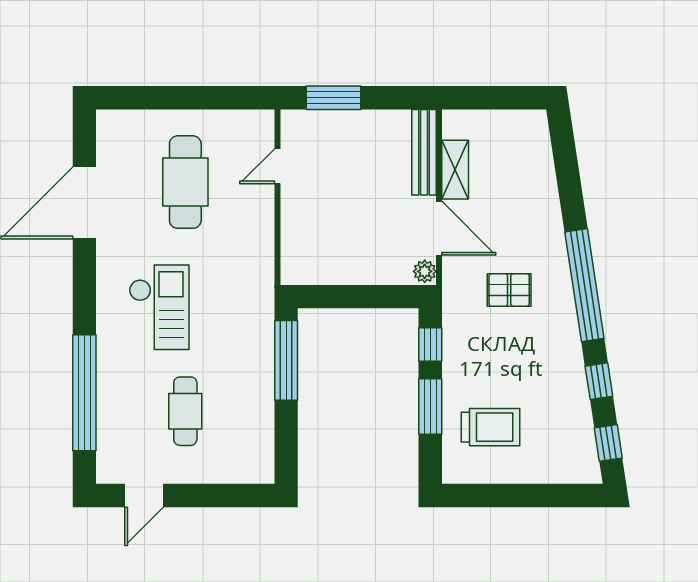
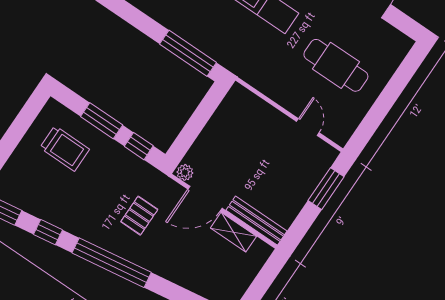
trolley: (490, 427) -> (65, 148), turned -90

